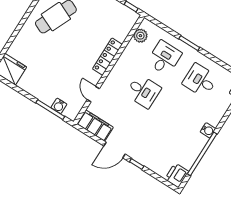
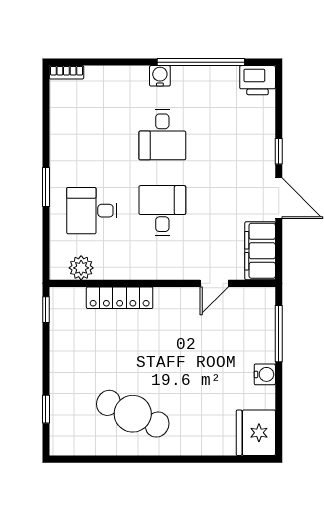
locker: (107, 57) -> (120, 298), moved
desk: (200, 80) -> (162, 135), moved
water cooler: (59, 106) -> (265, 374), moved

